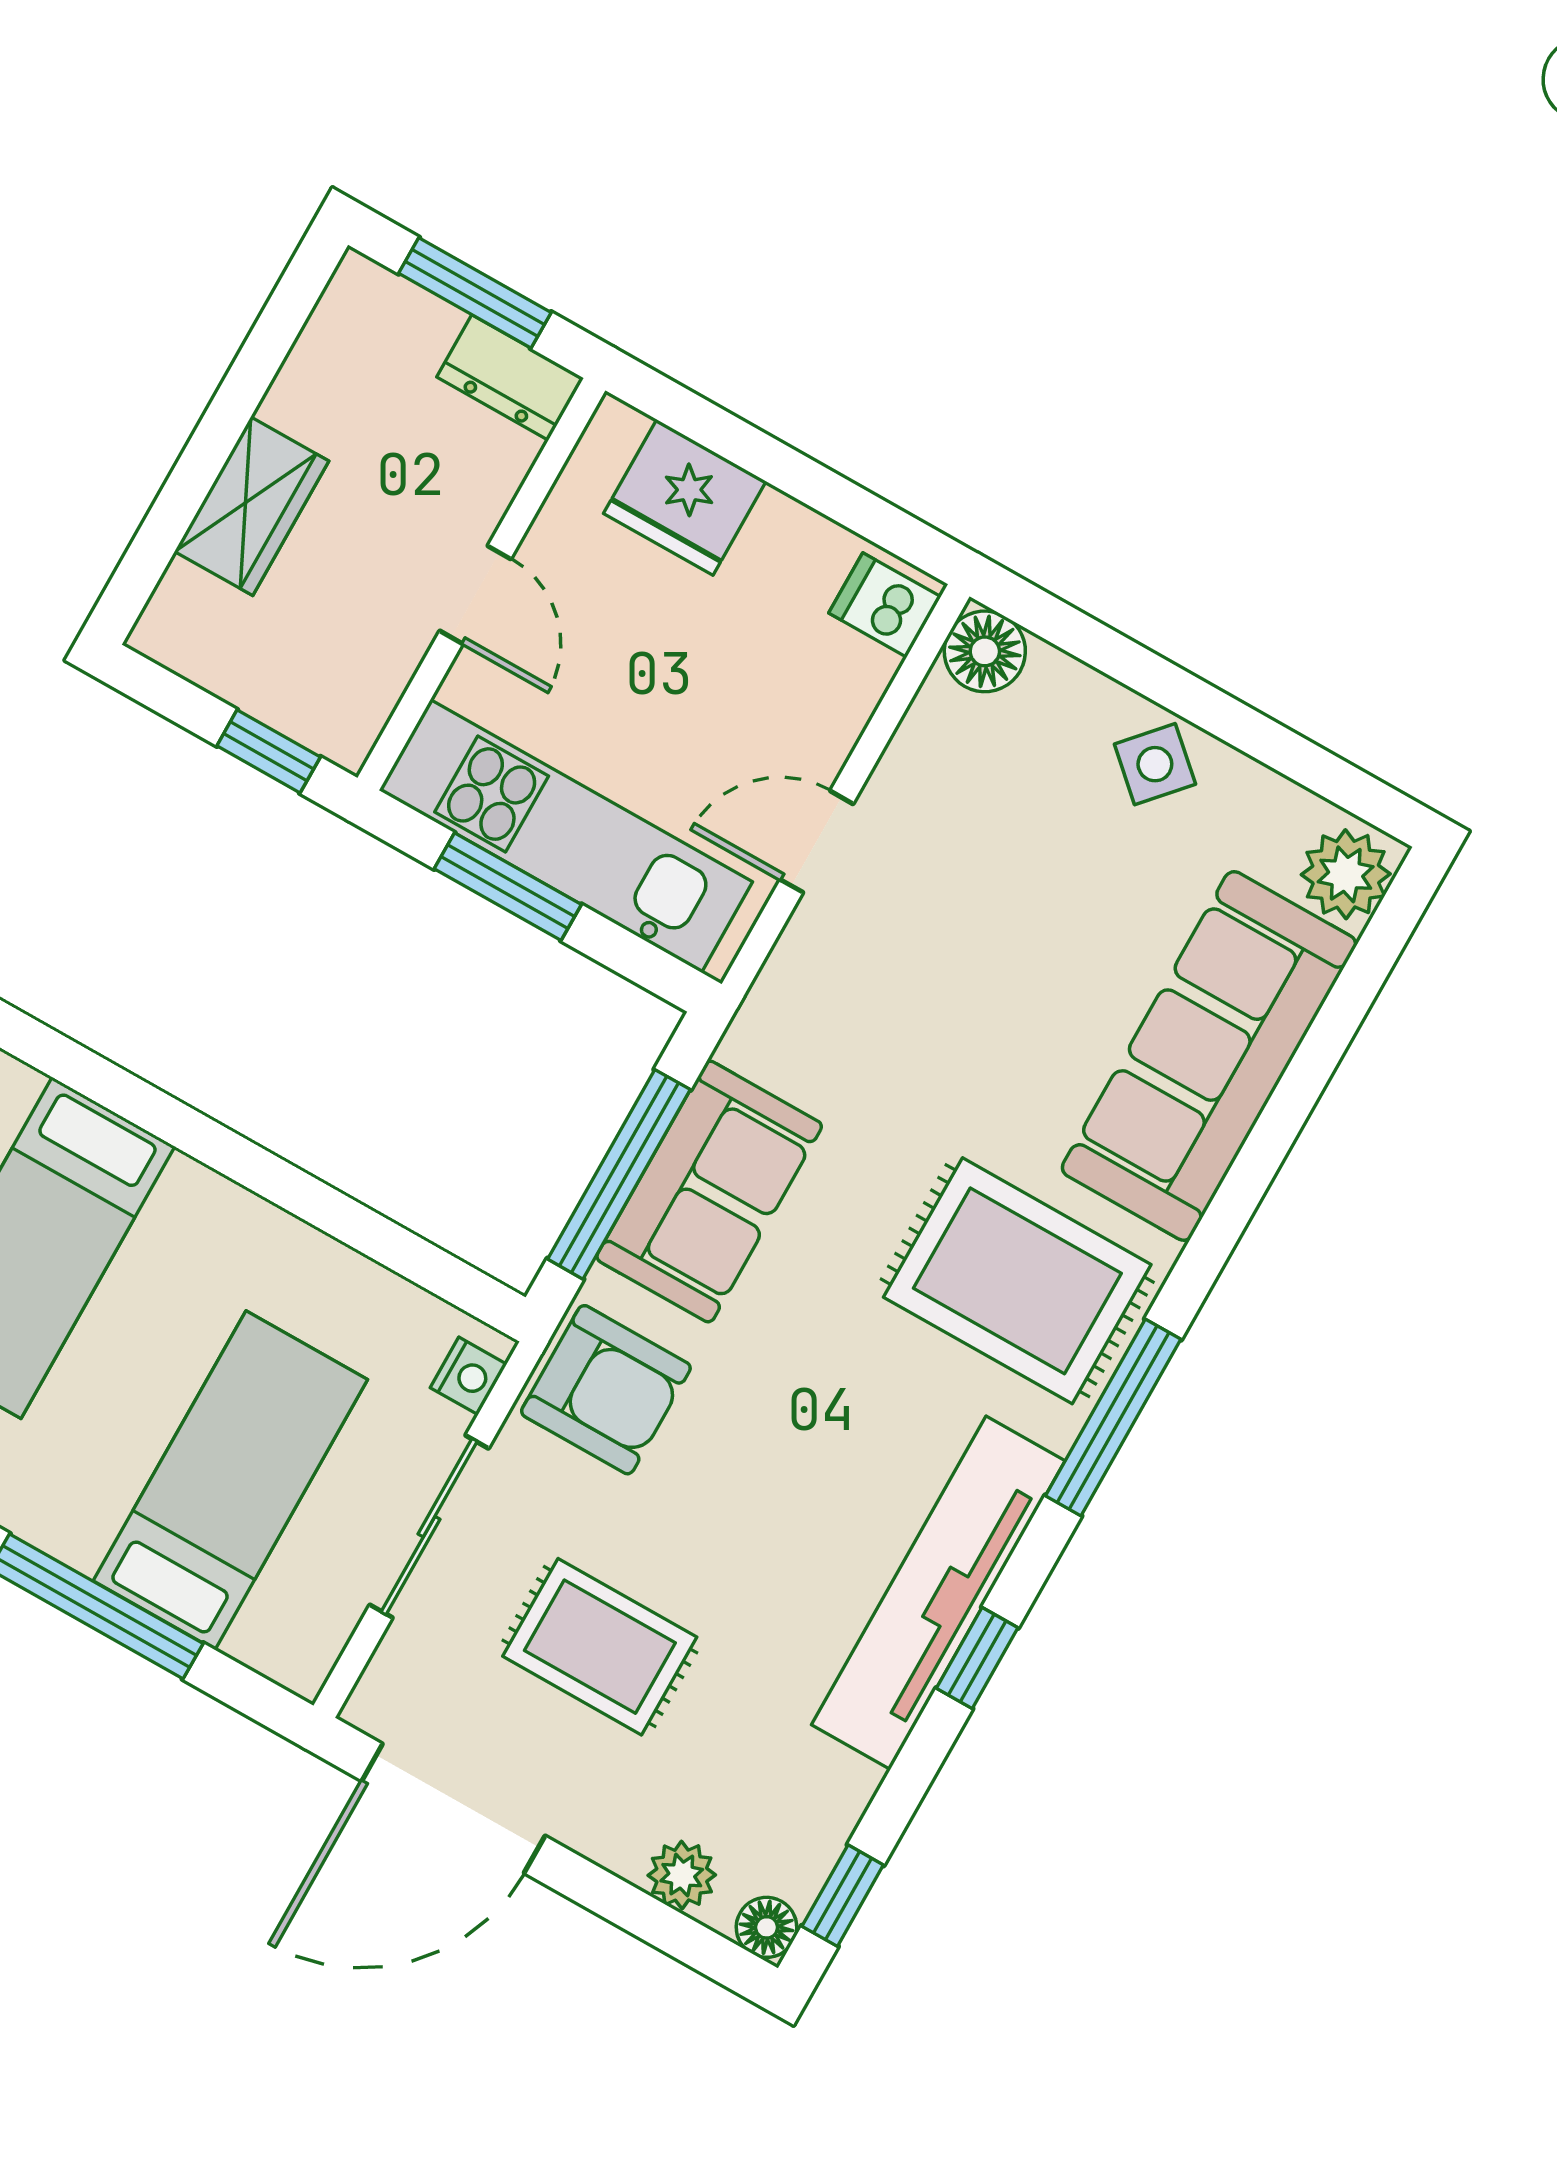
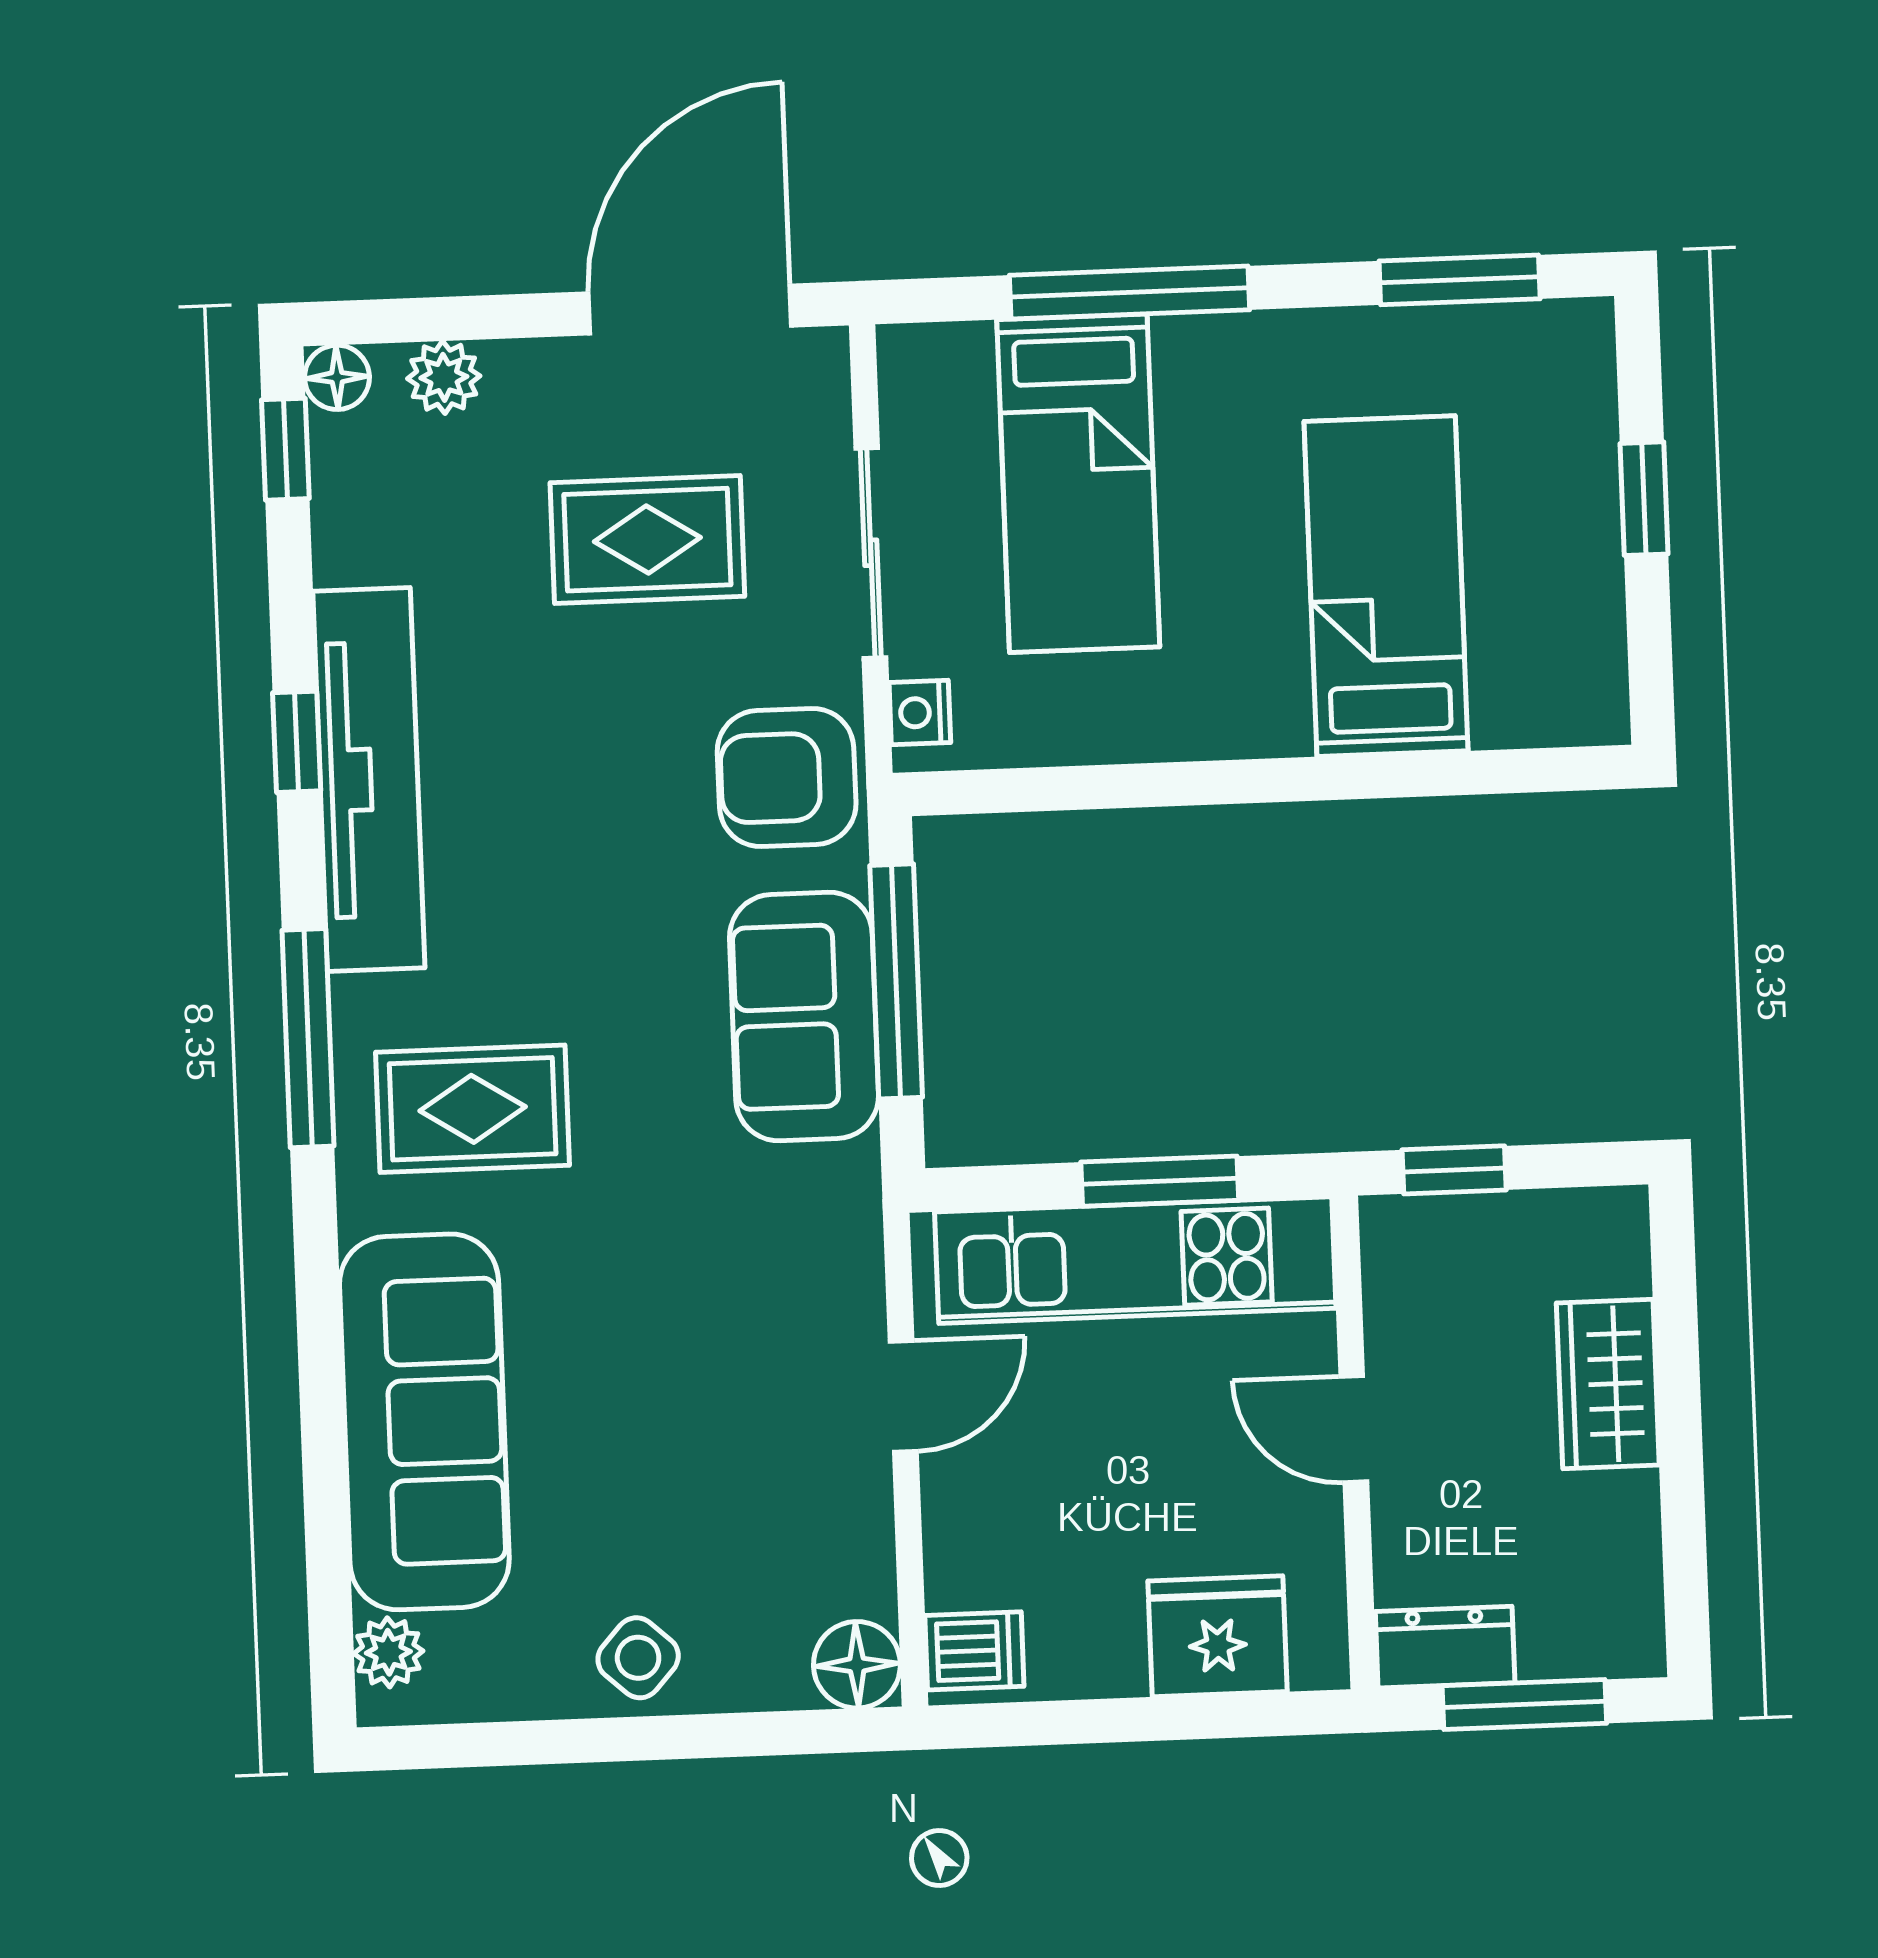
plant: (1346, 874) -> (388, 1652), width x0.73, depth x0.73
rug: (1017, 1281) -> (473, 1109), width x0.73, depth x0.70

